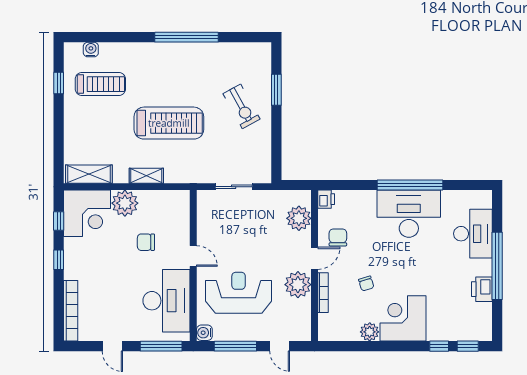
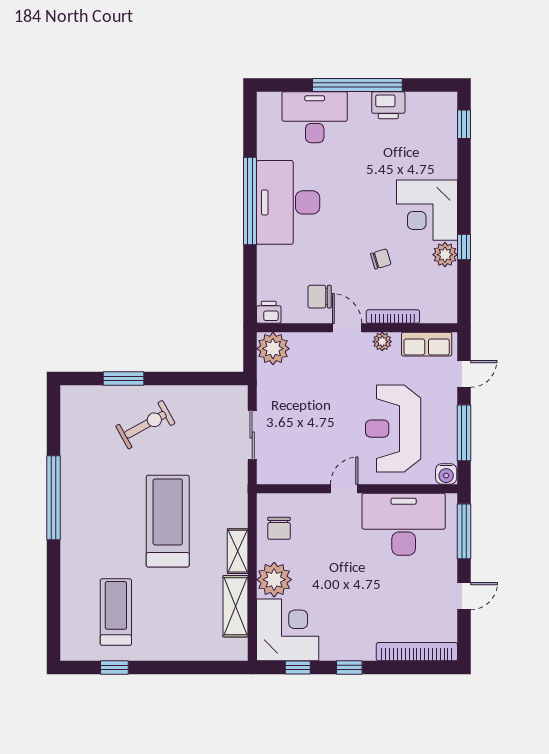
water cooler: (91, 50) -> (70, 625), removed
shelving: (89, 174) -> (235, 606), moved
plant: (299, 218) -> (273, 349), moved
chair: (146, 242) -> (279, 528), moved
plant: (298, 285) -> (382, 342), width x0.53, depth x0.53
row of seats: (302, 318) -> (427, 344), added
window: (439, 346) -> (464, 247), moved

